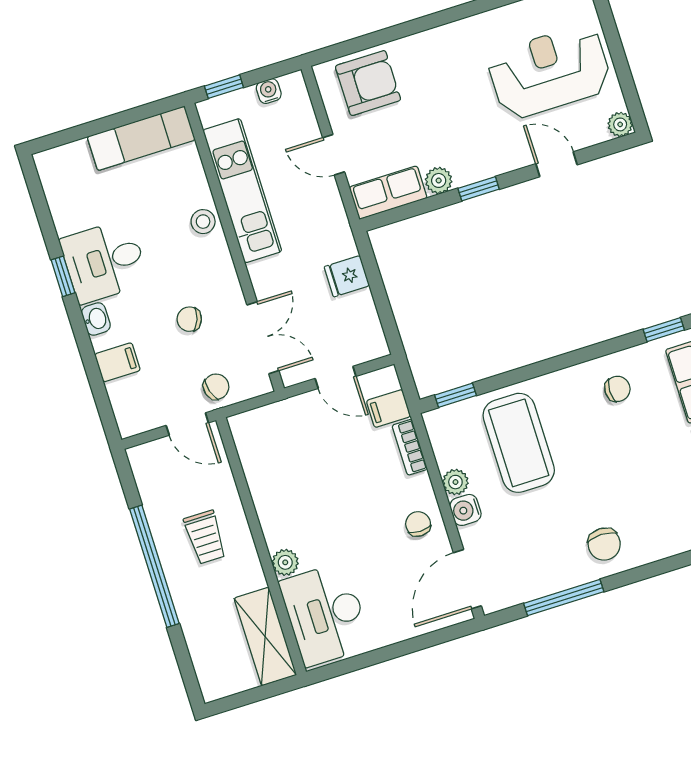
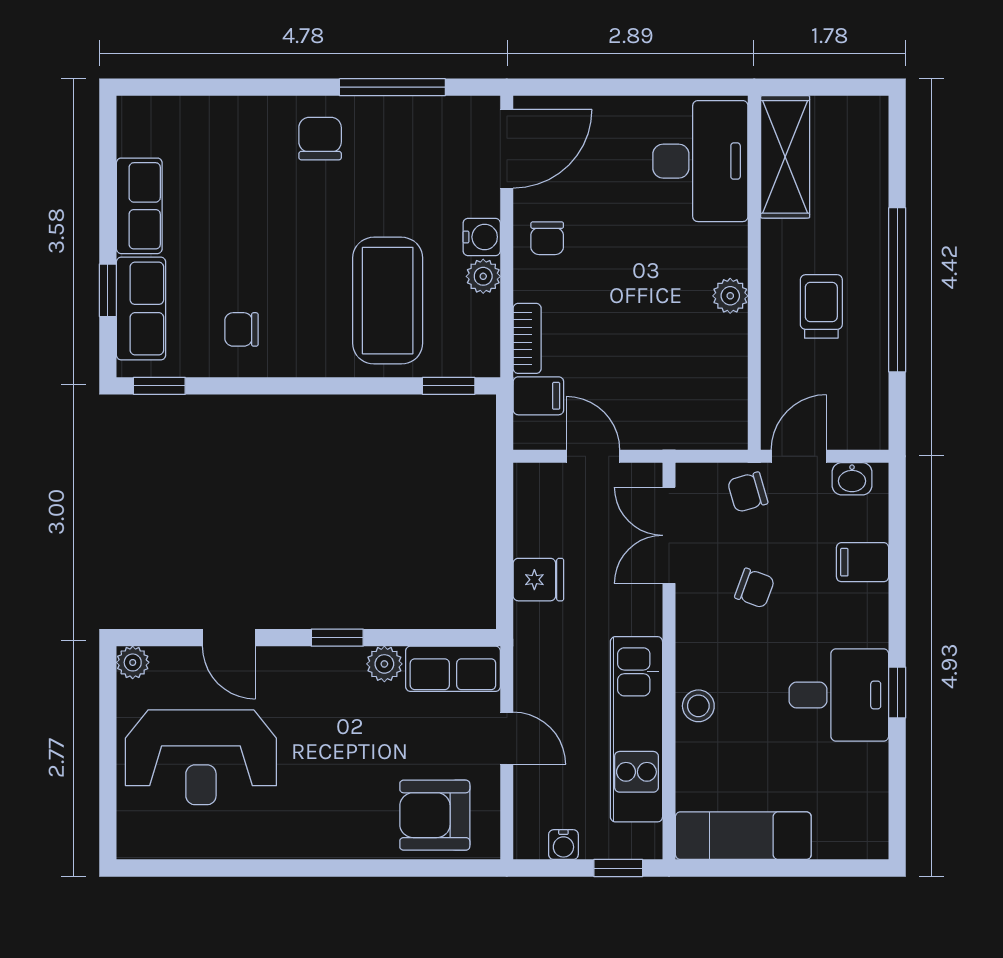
washbasin: (96, 319) -> (852, 479), moved, turned -90
door: (187, 424) -> (799, 456), hinge flipped
plant: (285, 562) -> (730, 296), moved

